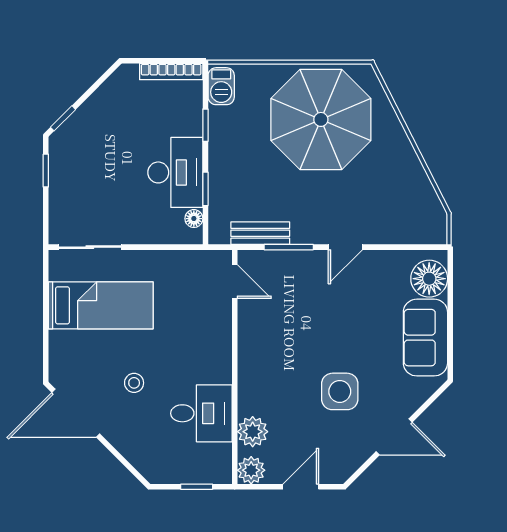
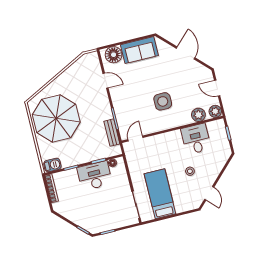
door: (345, 247) -> (105, 81), moved
side table: (340, 391) -> (163, 101), moved
door: (76, 413) -> (209, 193), width x0.53

